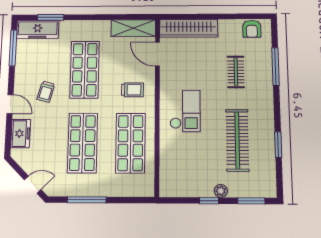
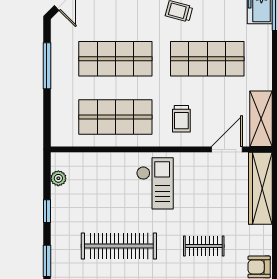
checkout: (185, 111) -> (155, 183), turned -90
plant: (221, 191) -> (58, 178), moved

